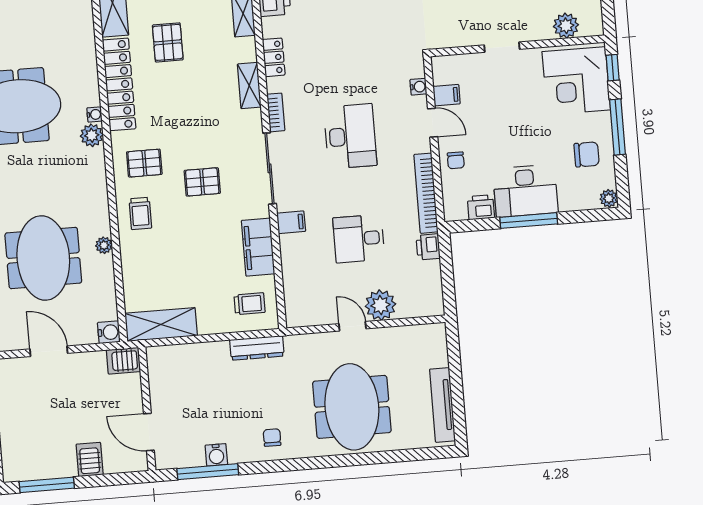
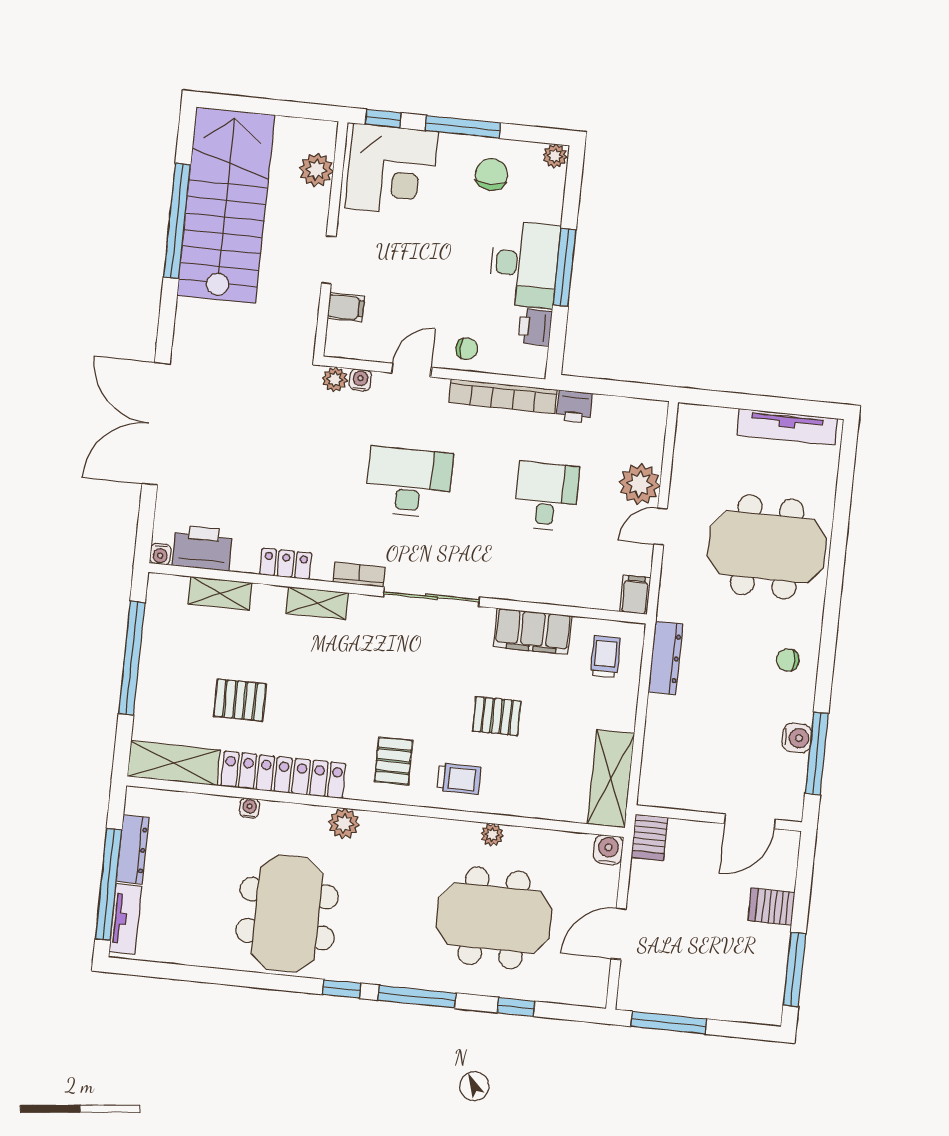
plant: (415, 68) -> (335, 379), added
filing cabinet: (447, 95) -> (346, 307), moved, turned 90
water cooler: (94, 114) -> (249, 808), moved
pallet: (202, 182) -> (497, 716), moved, turned 90
filing cabinet: (291, 222) -> (635, 595), moved
desk: (359, 239) -> (546, 496), turned 180

